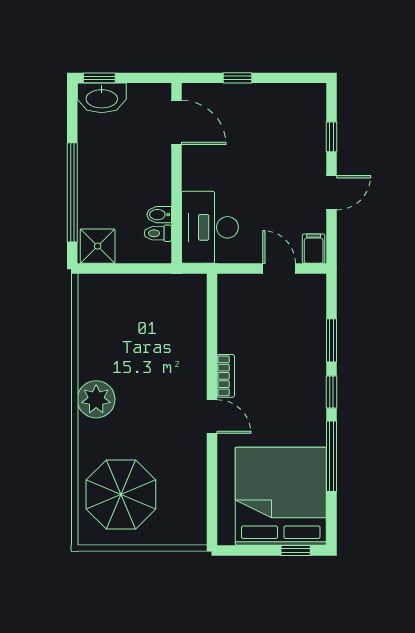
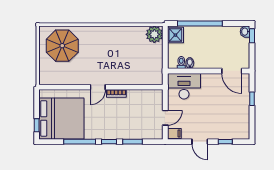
washbasin: (102, 98) -> (245, 32), width x0.52, depth x0.69
door: (176, 122) -> (232, 71), hinge flipped
plant: (96, 399) -> (154, 34), moved

